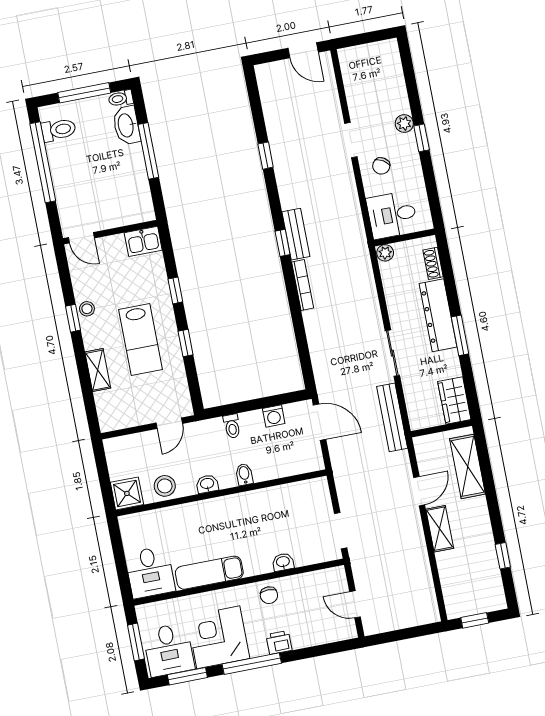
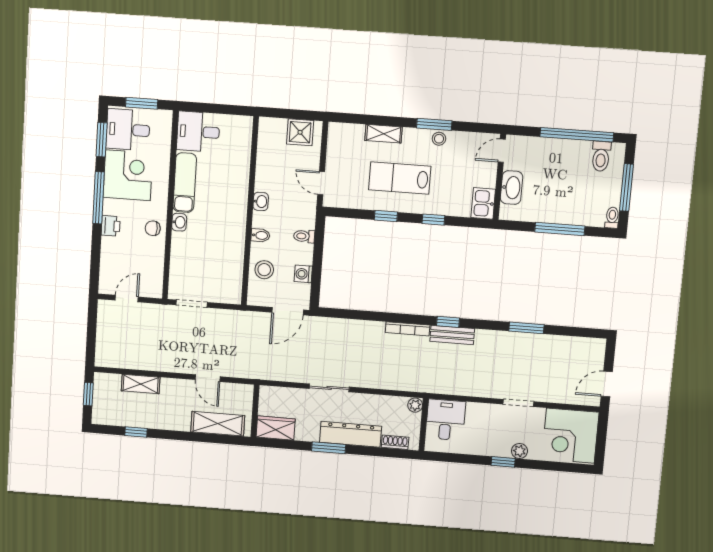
corner desk: (371, 73) -> (570, 436), added
washbasin: (126, 125) -> (512, 188), moved, turned 90
window: (266, 156) -> (526, 328), width x1.50
chair: (381, 166) -> (489, 422), removed
window: (73, 318) -> (434, 124), width x1.50
bench: (392, 417) -> (275, 373), removed
stool: (165, 486) -> (264, 270), moved
shower: (127, 493) -> (300, 132), moved
shelving: (440, 529) -> (141, 384), moved
washbasin: (283, 562) -> (179, 222), moved

